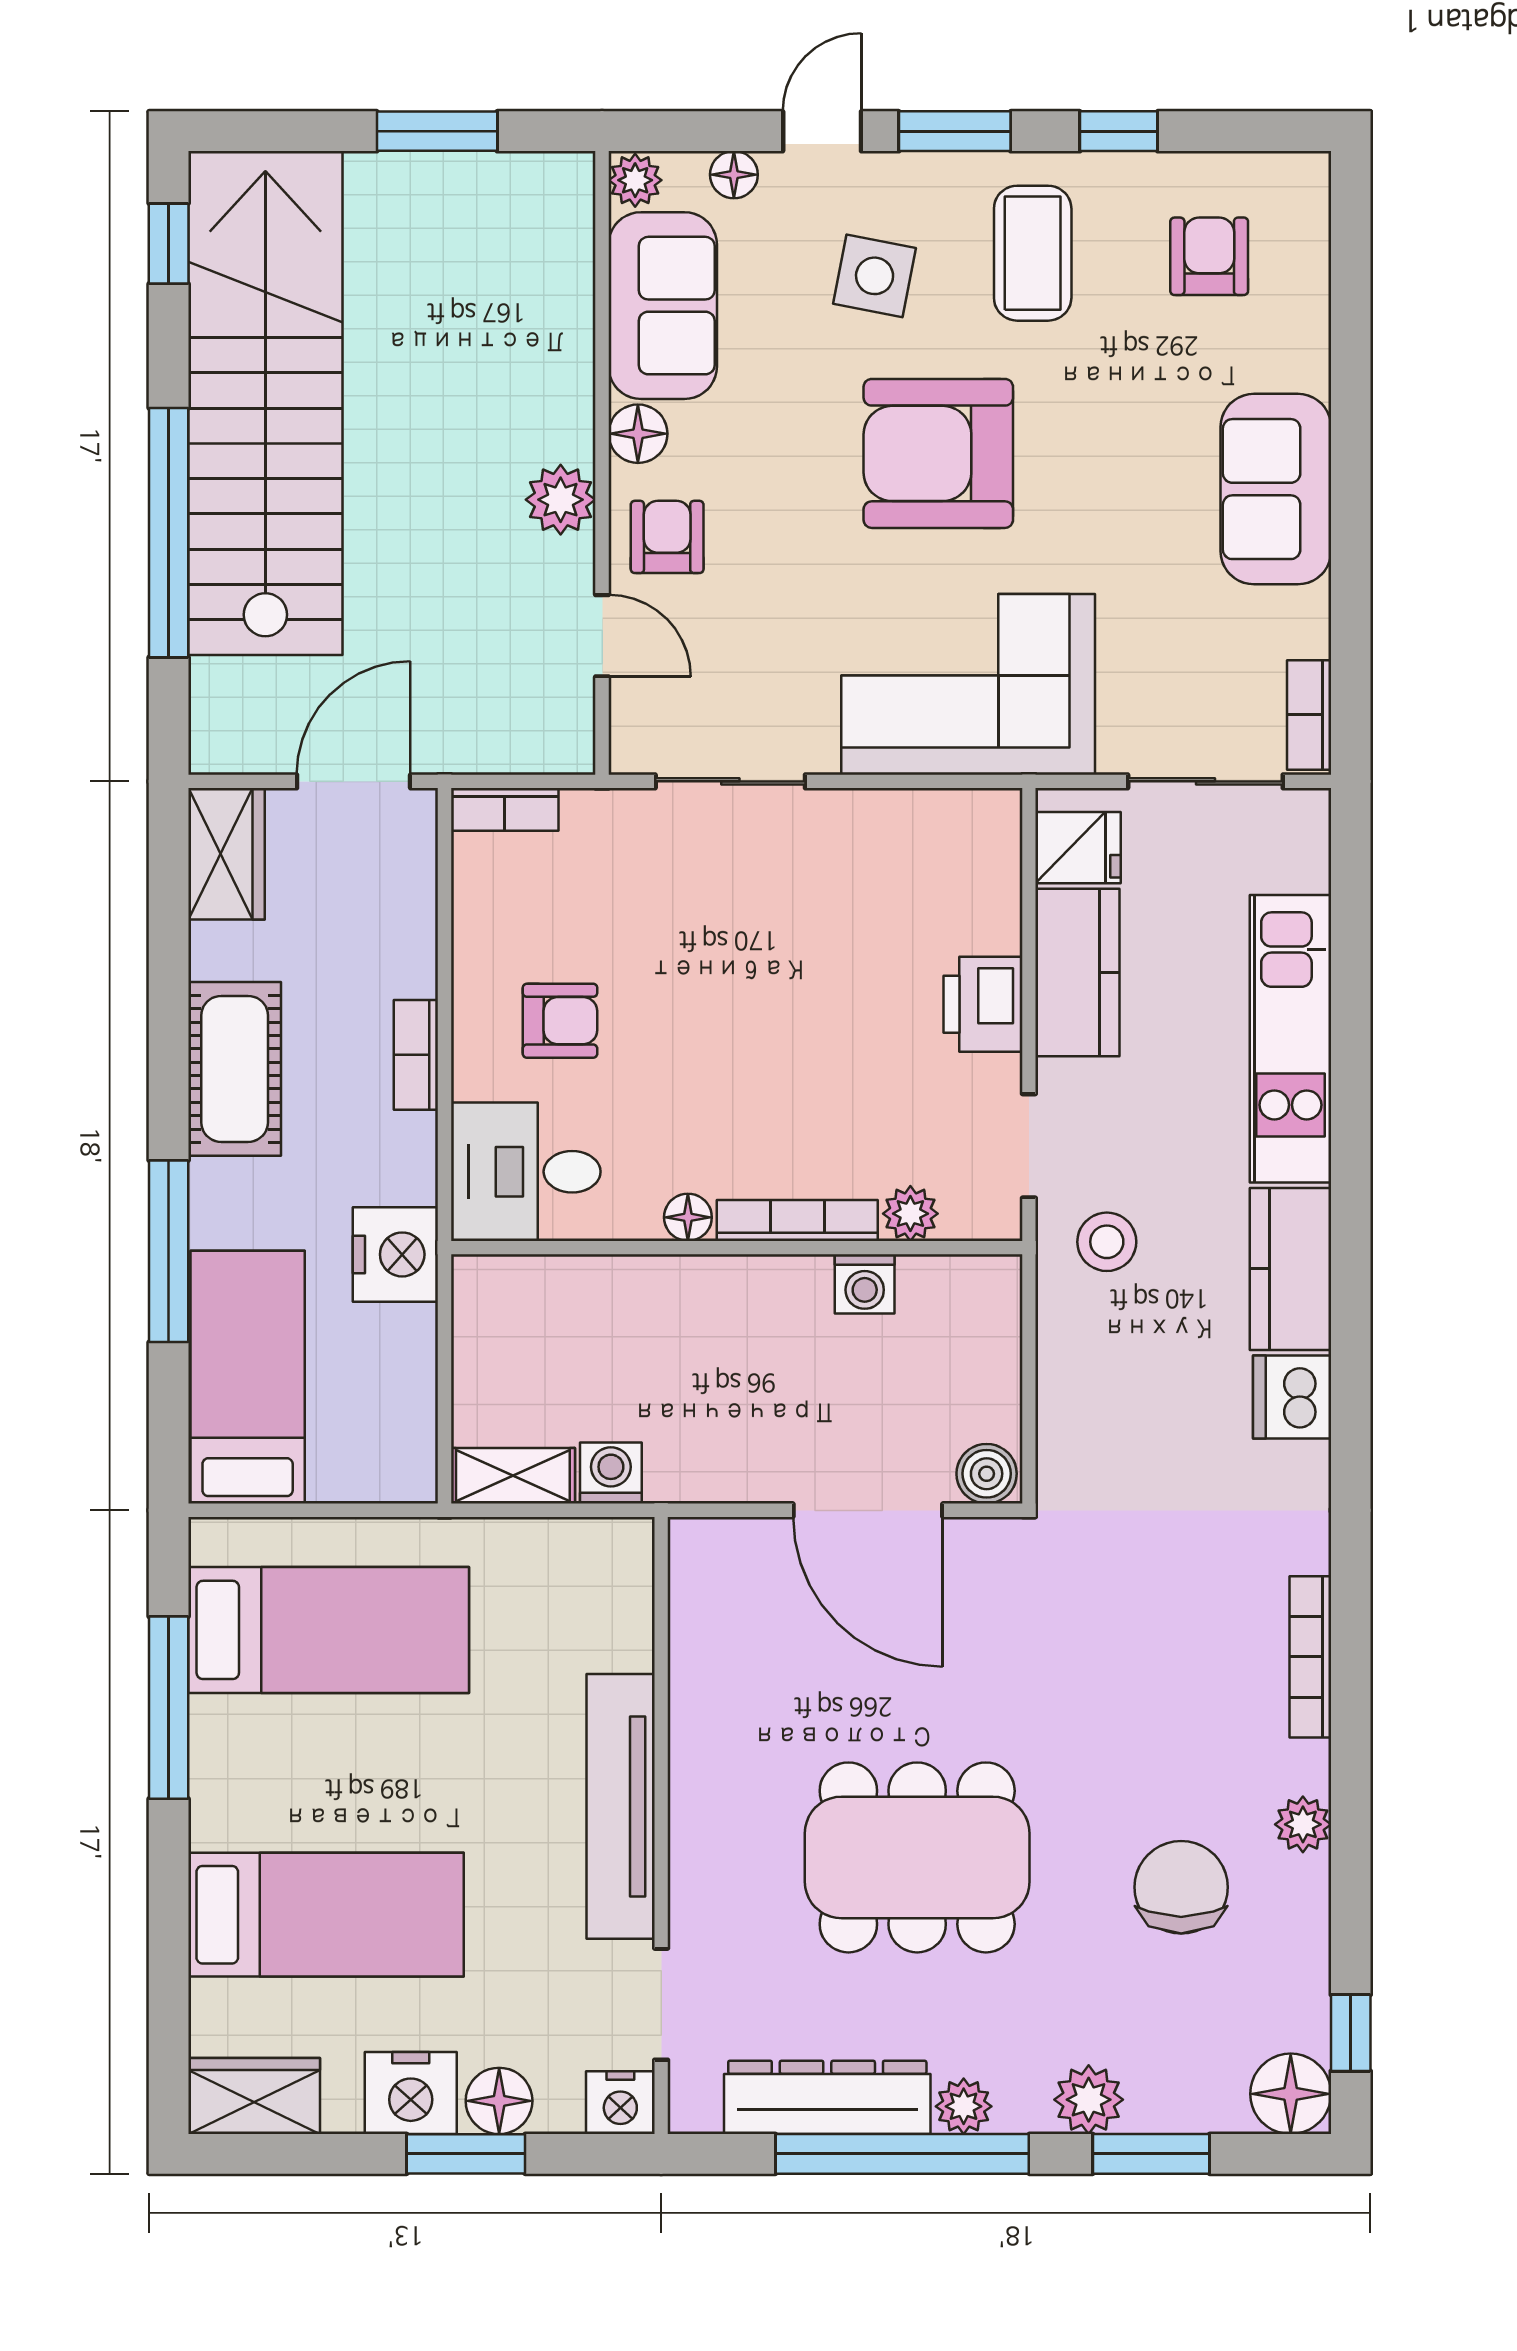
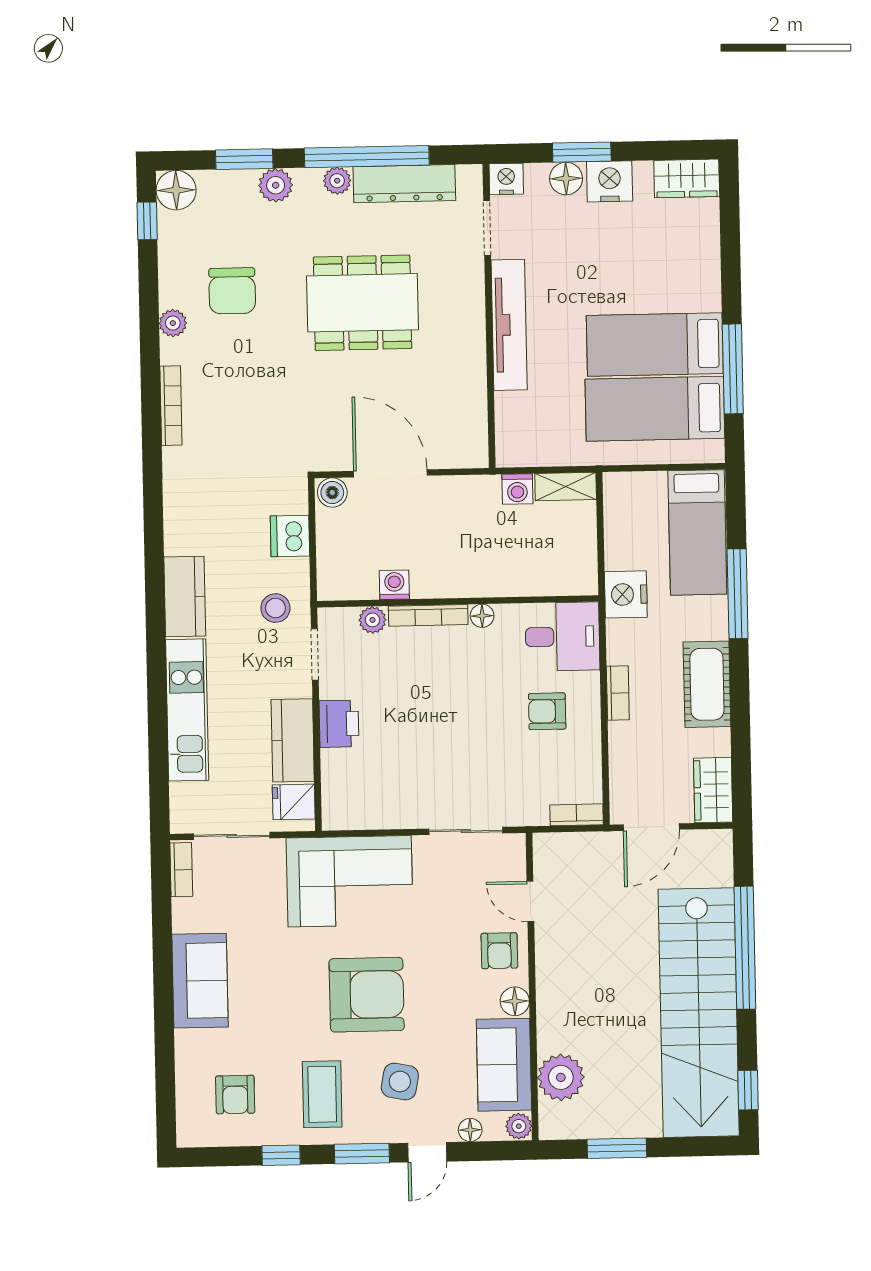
plant: (561, 500) -> (561, 1077), moved, width x1.36, depth x1.36
dishwasher: (1292, 1397) -> (290, 536), moved, turned 180
bed: (326, 1915) -> (655, 345), moved

